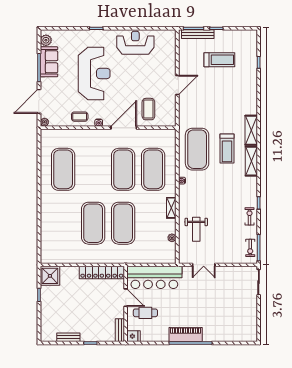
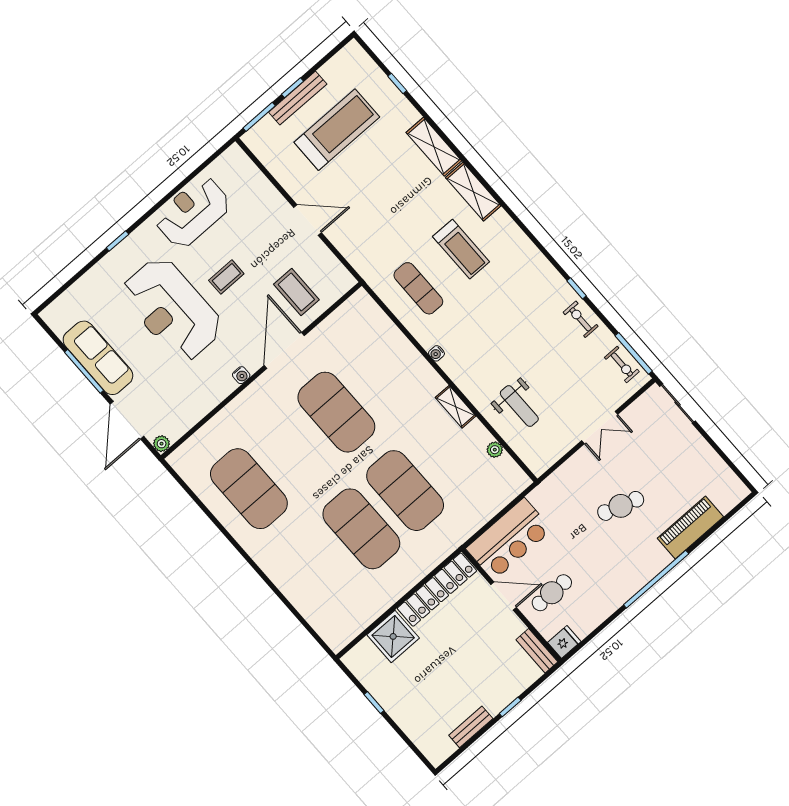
bench: (198, 34) -> (298, 98), moved
plant: (46, 40) -> (59, 322), removed
treadmill: (219, 60) -> (337, 130), width x1.37, depth x1.38
sofa: (49, 62) -> (98, 358), width x1.36
reception desk: (94, 73) -> (172, 309), turned 180
door: (177, 85) -> (308, 220), hinge flipped
coffee table: (80, 117) -> (226, 277), moved
exercise mat: (197, 149) -> (418, 288), width x0.50, depth x0.69
shelving: (251, 161) -> (434, 147), moved
exercise mat: (153, 169) -> (380, 374), removed
double door: (204, 265) -> (600, 428), moved
shower: (50, 276) -> (393, 636), moved
bar counter: (154, 277) -> (509, 539), width x0.73
cafe table: (202, 302) -> (621, 506), added
piano: (186, 335) -> (690, 527), moved

